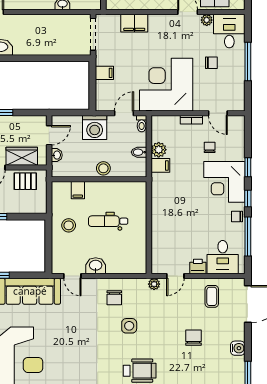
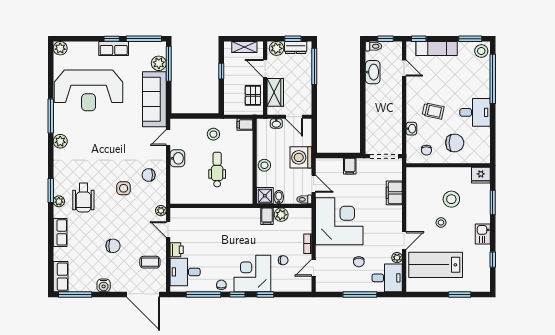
shower: (137, 168) -> (265, 196), added
filing cabinet: (78, 190) -> (245, 125), moved

